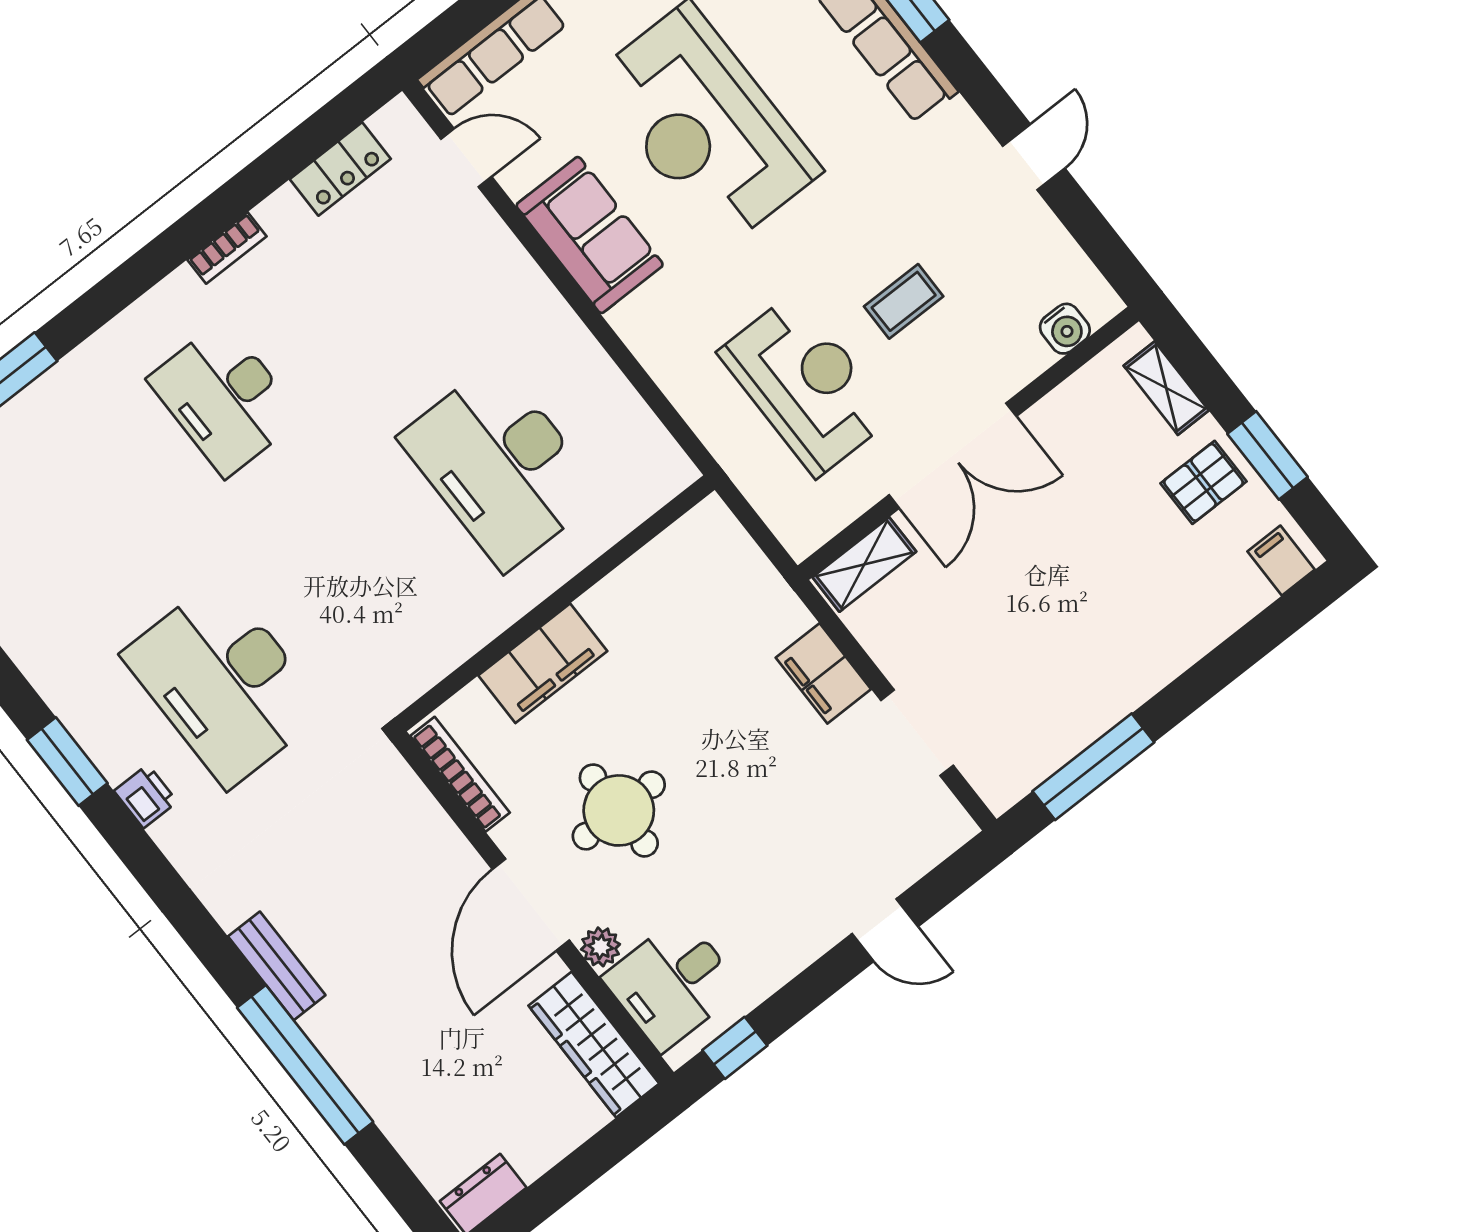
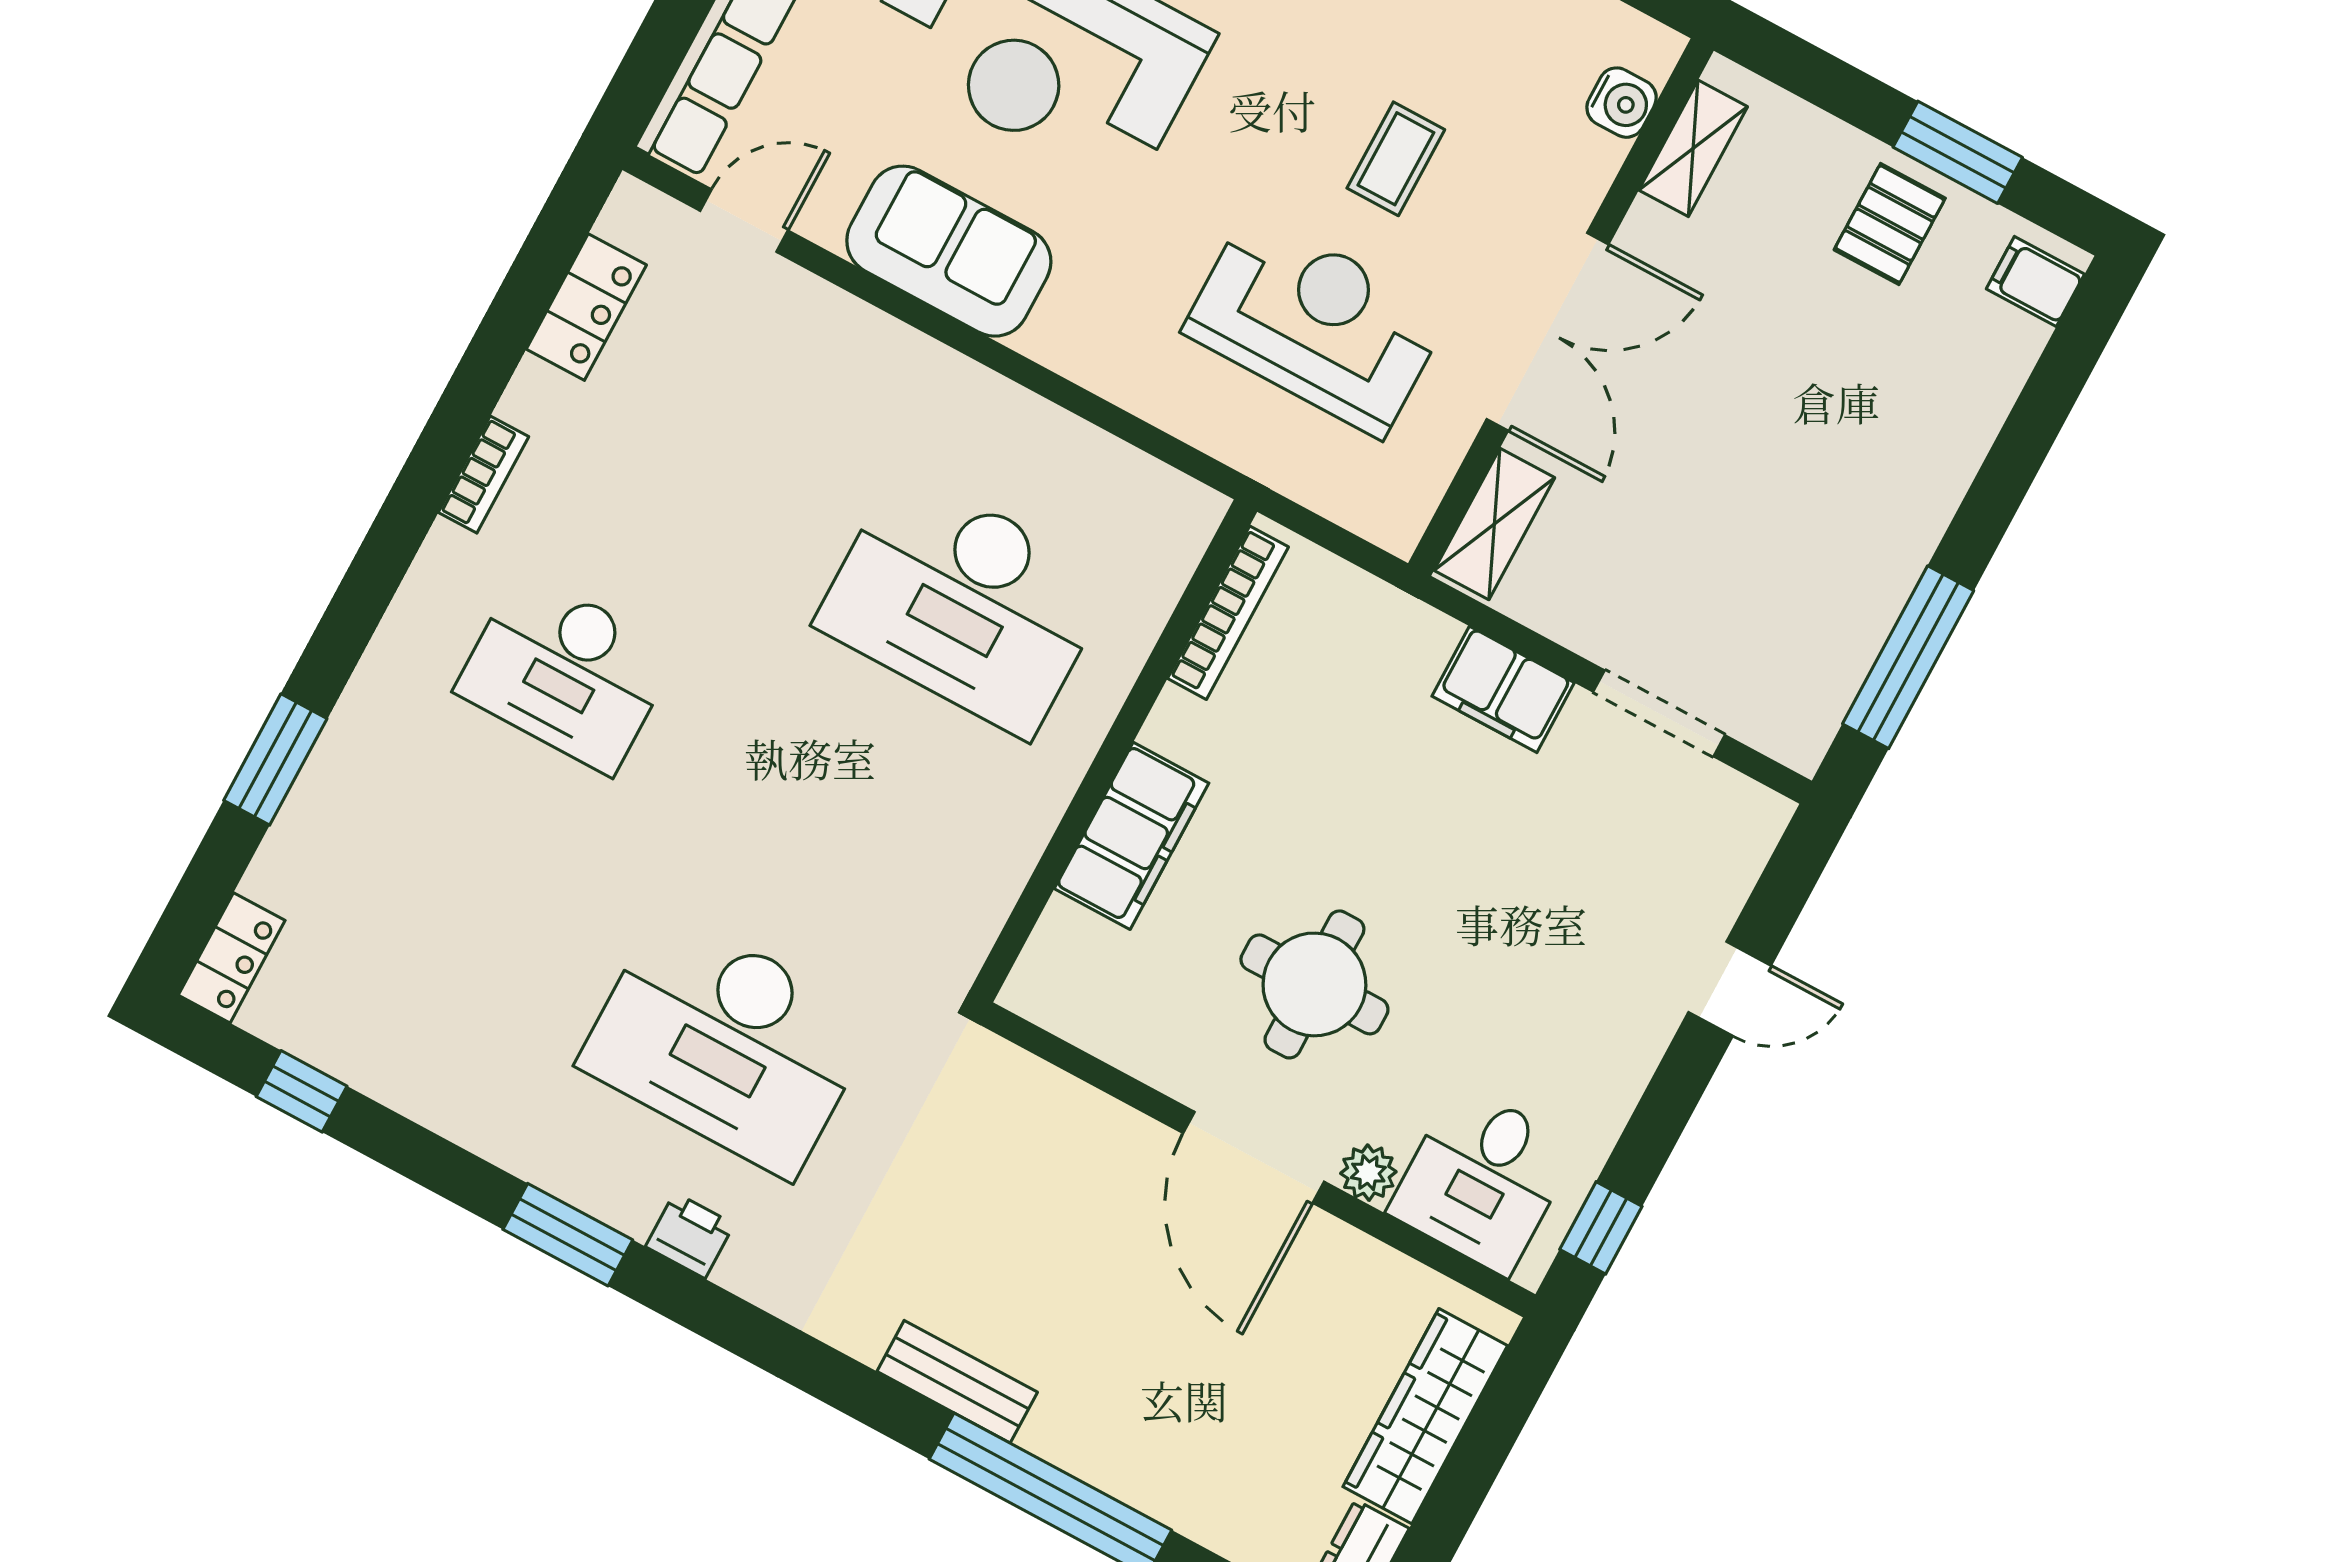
shelving: (1166, 388) -> (1693, 148), moved, turned 90
bookcase: (460, 774) -> (1228, 613), moved, turned 90
wardrobe: (594, 1045) -> (1425, 1416), moved, turned 90

